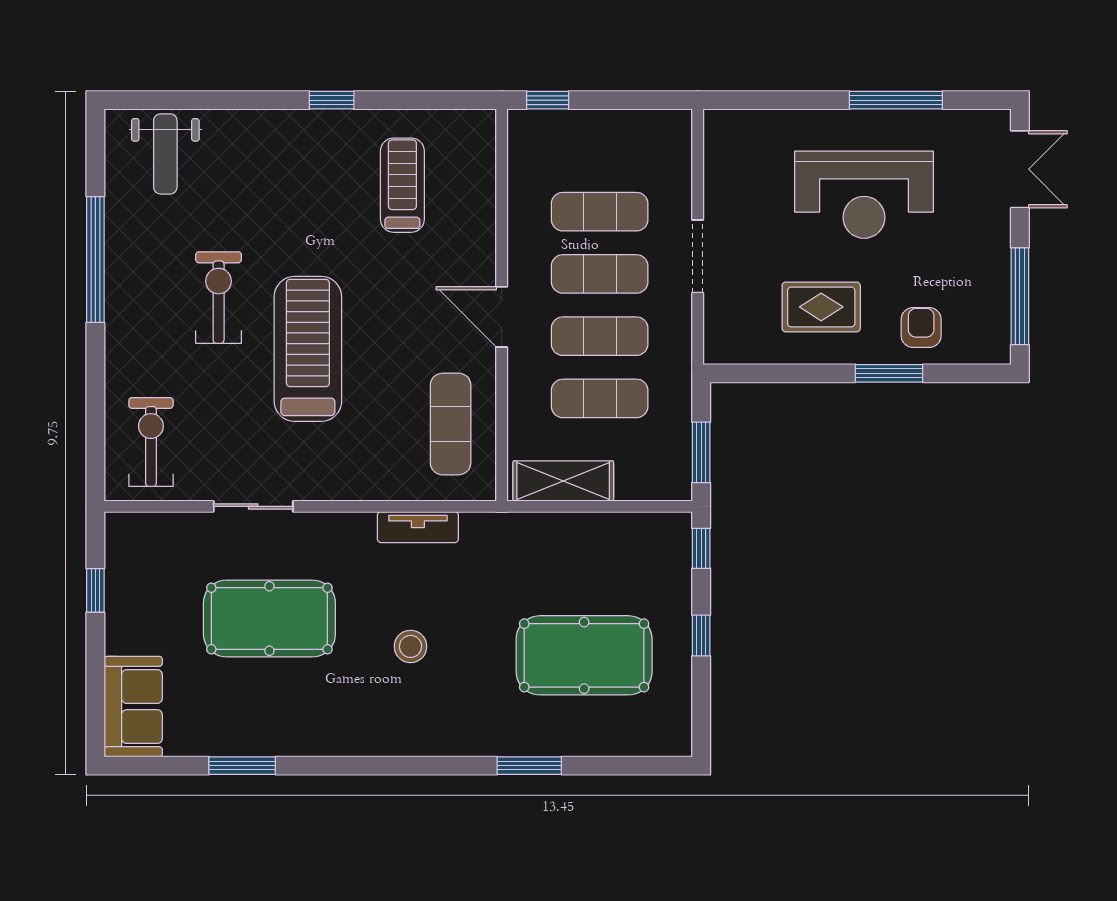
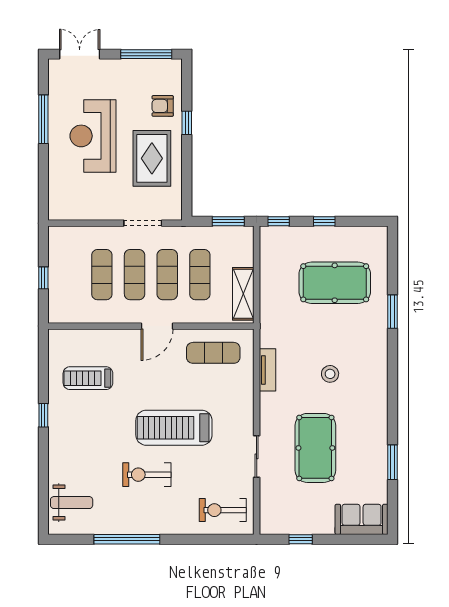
window: (548, 100) -> (43, 278), moved
reception desk: (864, 195) -> (93, 136), turned 180
doorway: (698, 256) -> (143, 223), moved
rug: (821, 307) -> (152, 158), width x1.36, depth x1.43
window: (889, 373) -> (187, 123), width x0.67
pool table: (584, 655) -> (335, 283), turned 90

